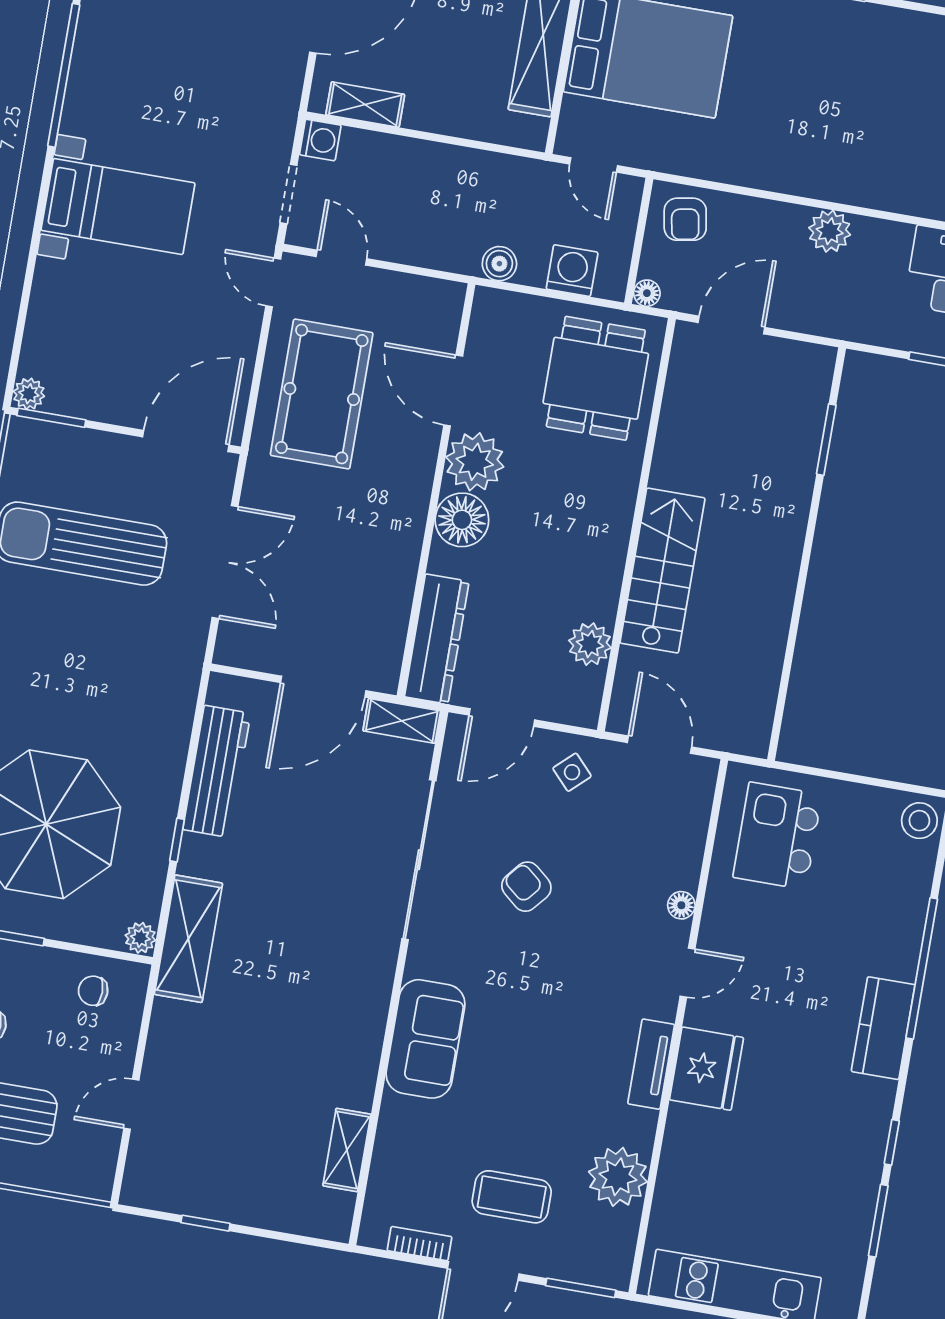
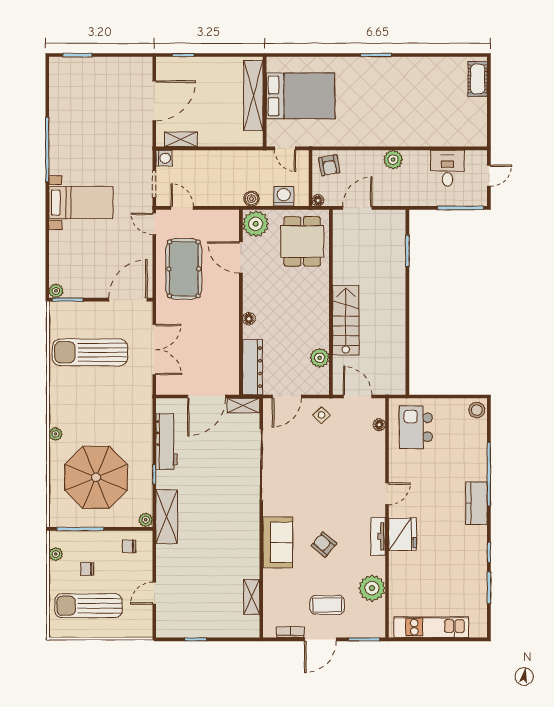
plant: (475, 462) -> (256, 224), moved
floor lamp: (462, 520) -> (249, 319), width x0.53, depth x0.53
armchair: (526, 887) -> (324, 545), moved
floor lamp: (681, 905) -> (379, 425), moved

